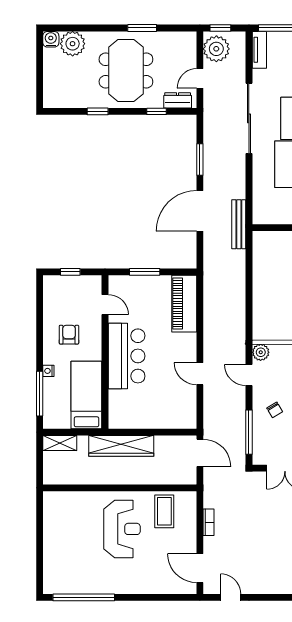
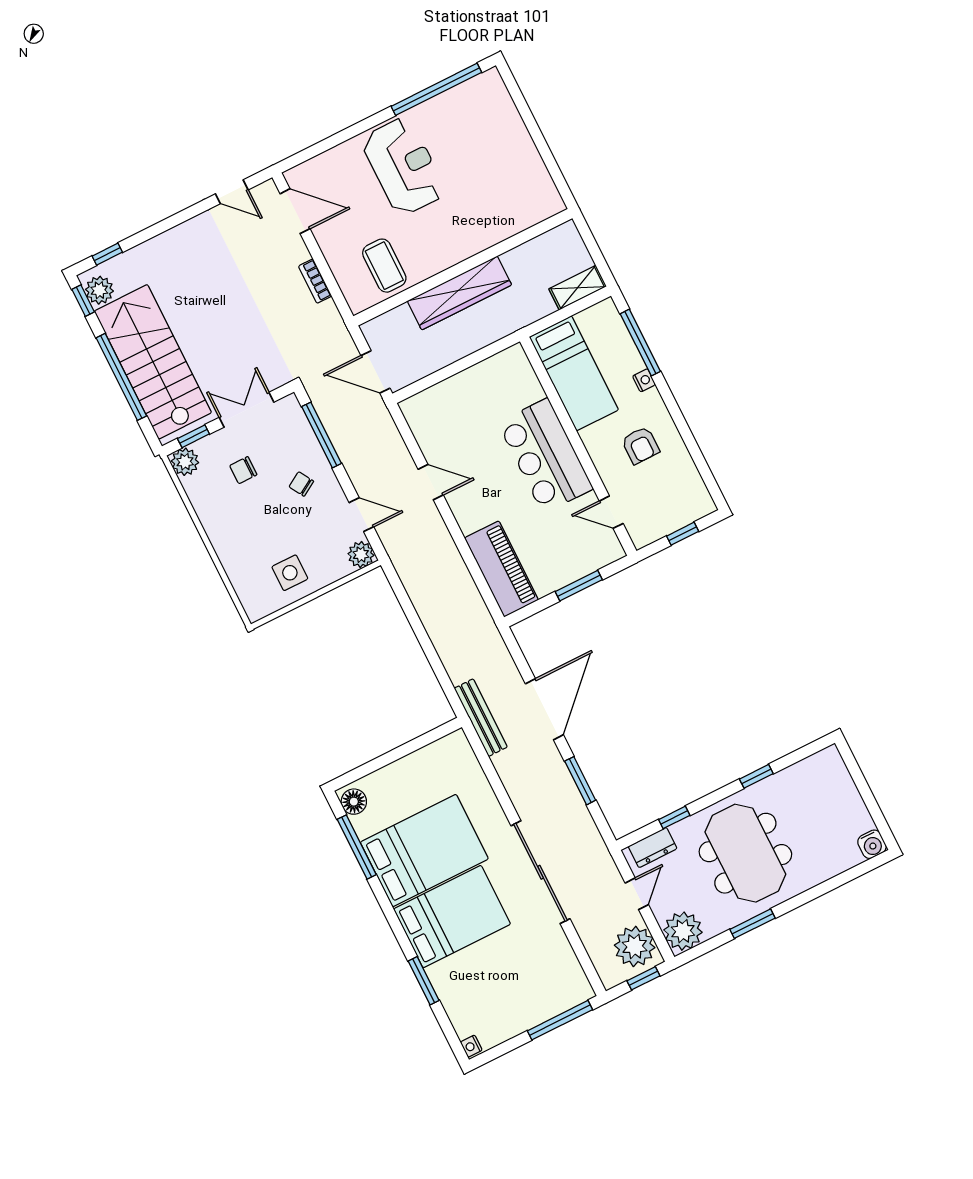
plant: (73, 44) -> (683, 931), moved
tv unit: (259, 50) -> (574, 975), removed
wardrobe: (121, 446) -> (459, 293), moved, turned 180
reception desk: (122, 529) -> (403, 166), moved, turned 180

